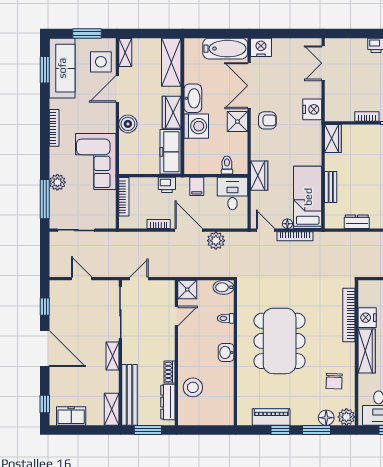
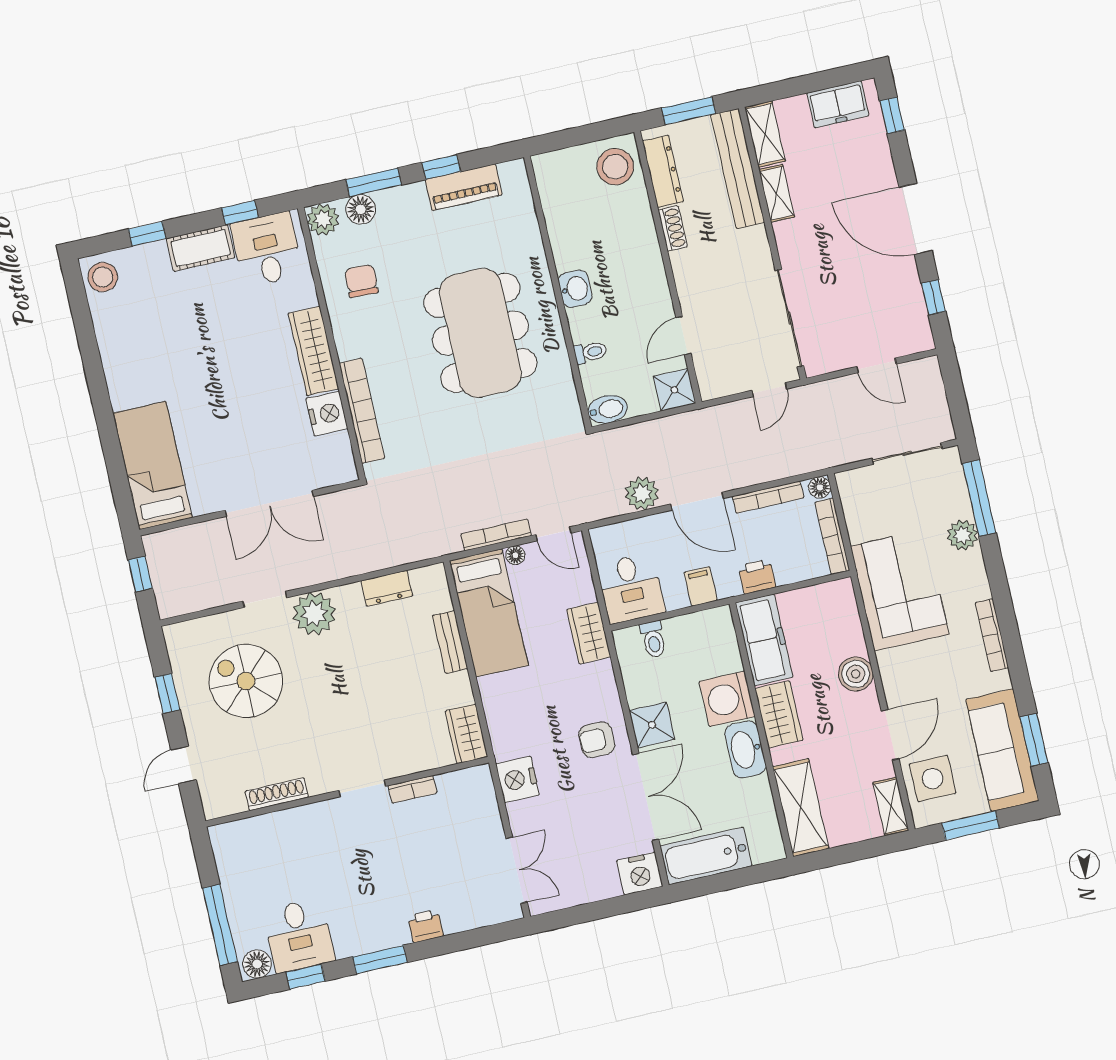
floor lamp: (125, 223) -> (820, 487), added
bookcase: (159, 224) -> (768, 497), width x1.56
shelving: (113, 356) -> (777, 193), moved
stool: (193, 387) -> (615, 167), moved

